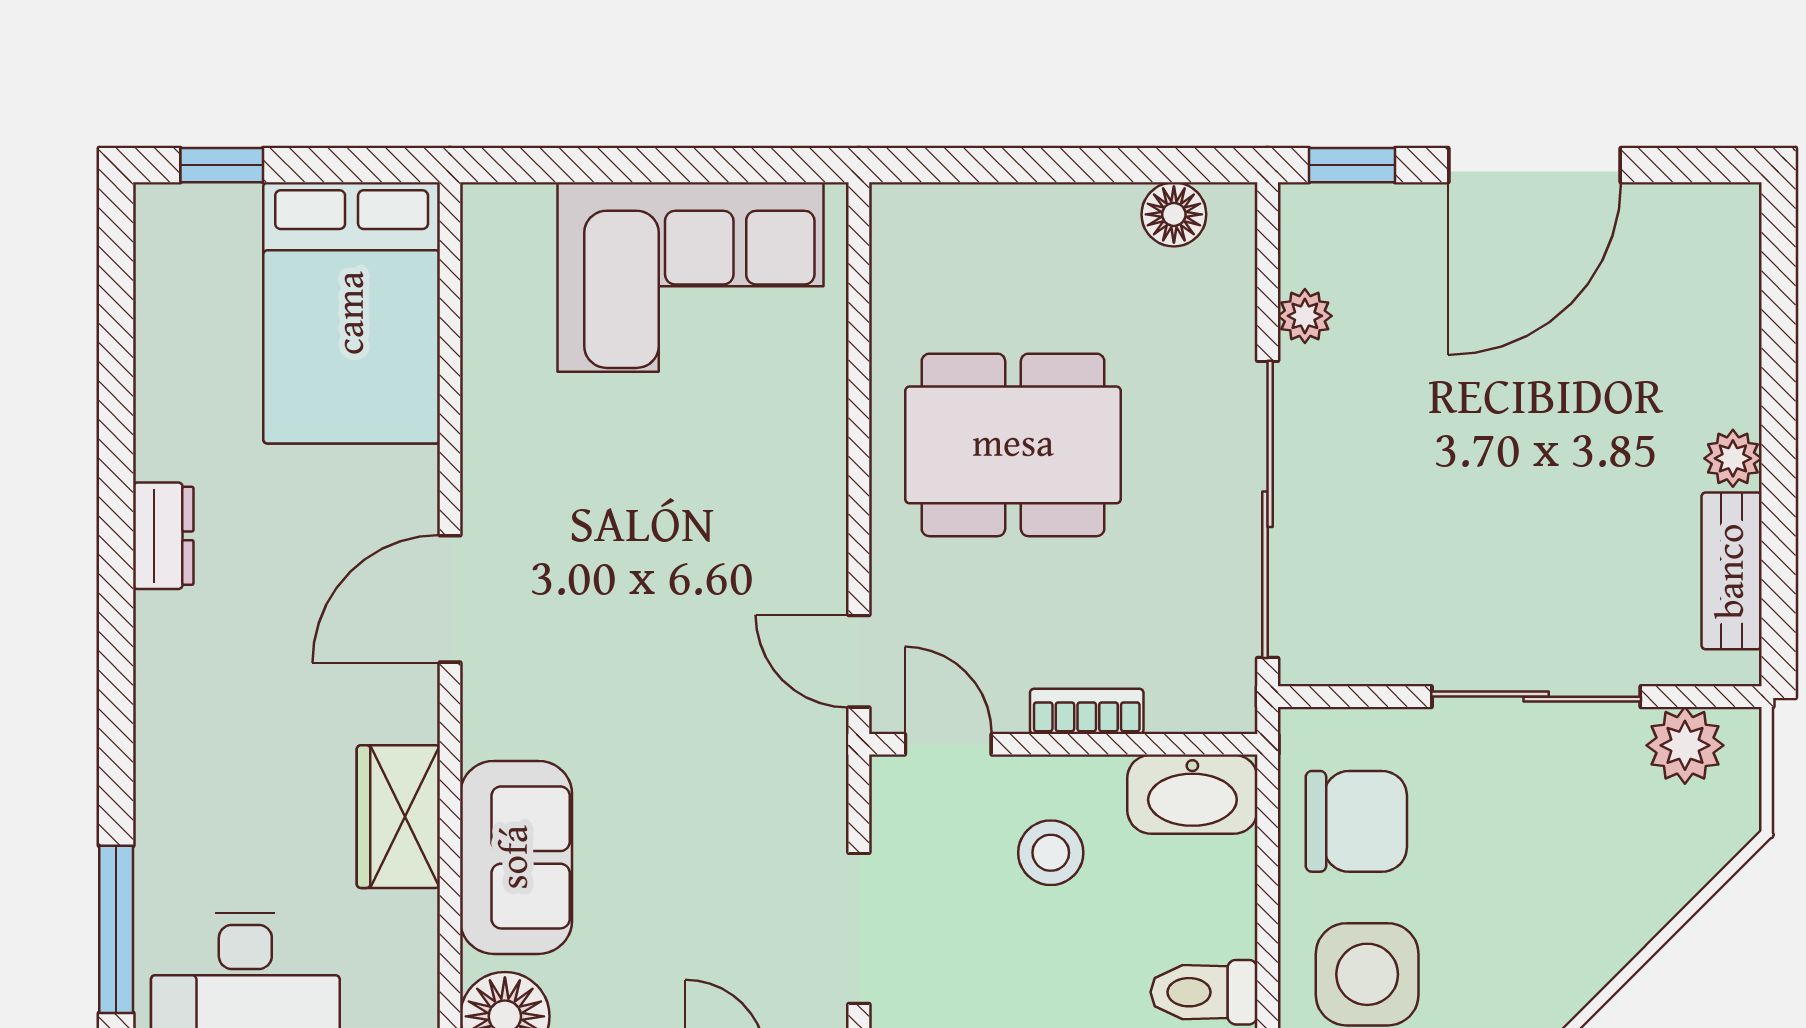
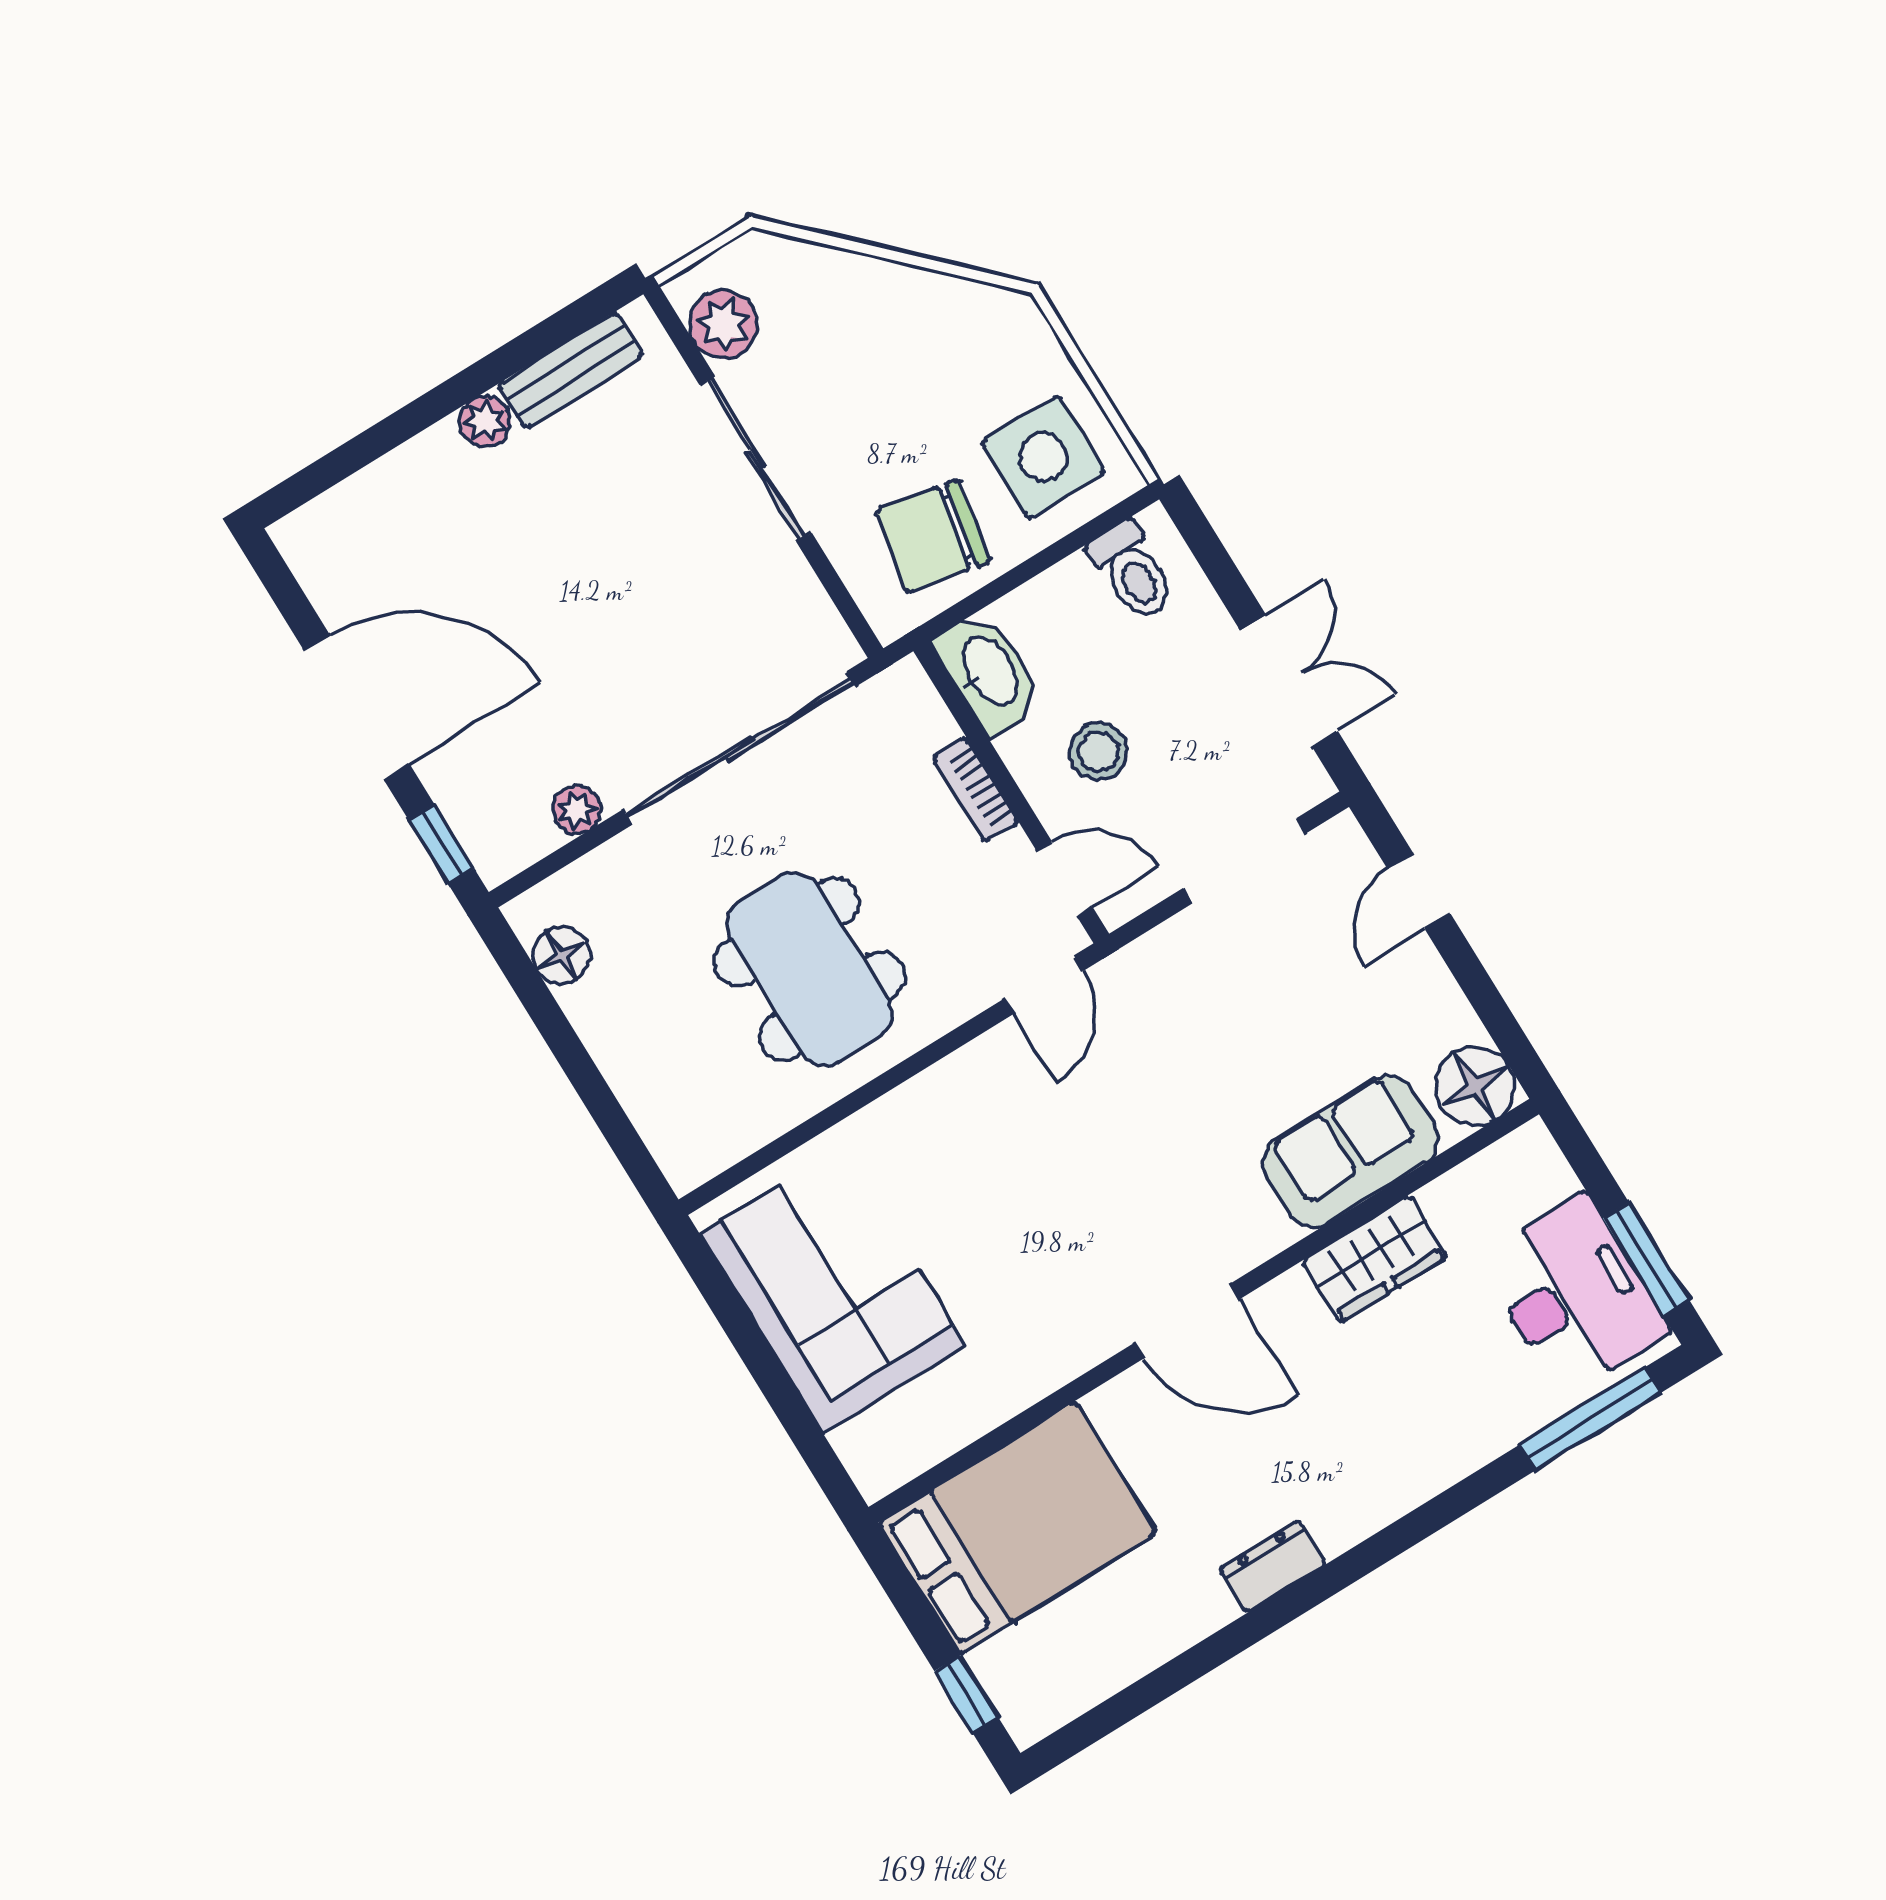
door: (948, 744) -> (1065, 879), swing flipped
chair: (1356, 821) -> (933, 536), turned -79

